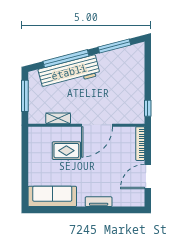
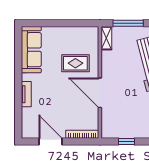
window: (148, 108) -> (126, 142), moved
shelving: (58, 118) -> (106, 38), moved
rug: (66, 151) -> (75, 63), turned 90

